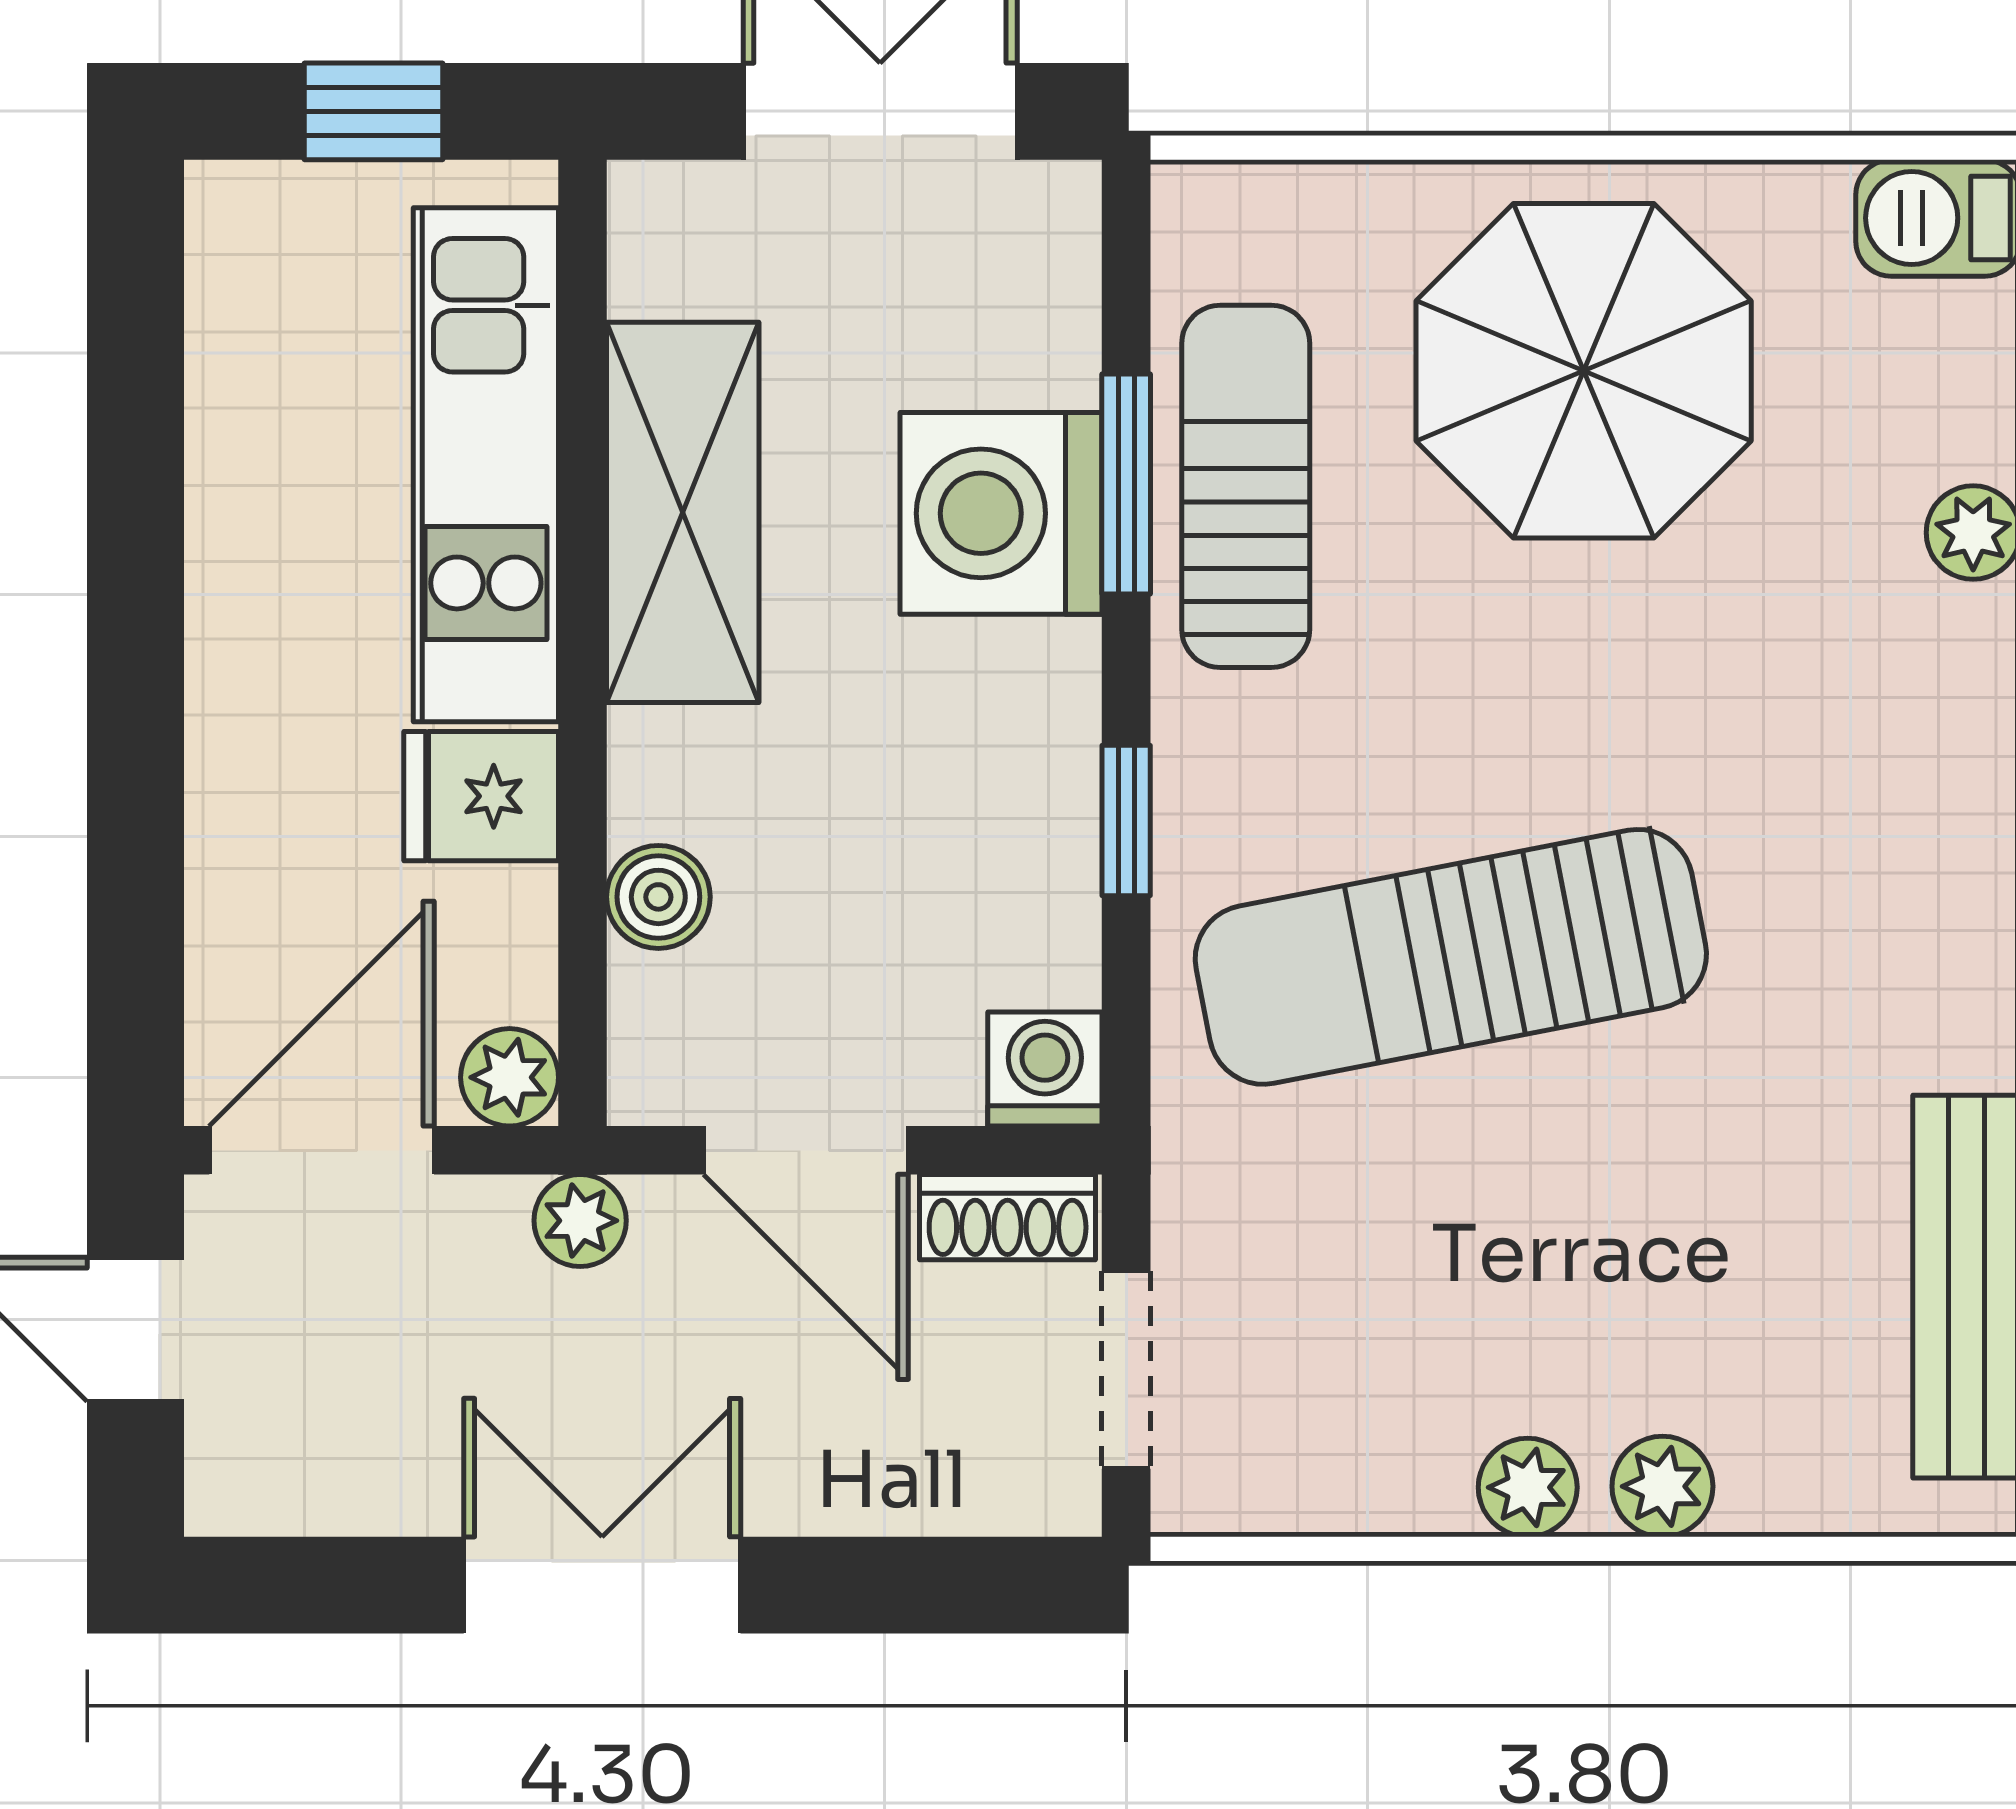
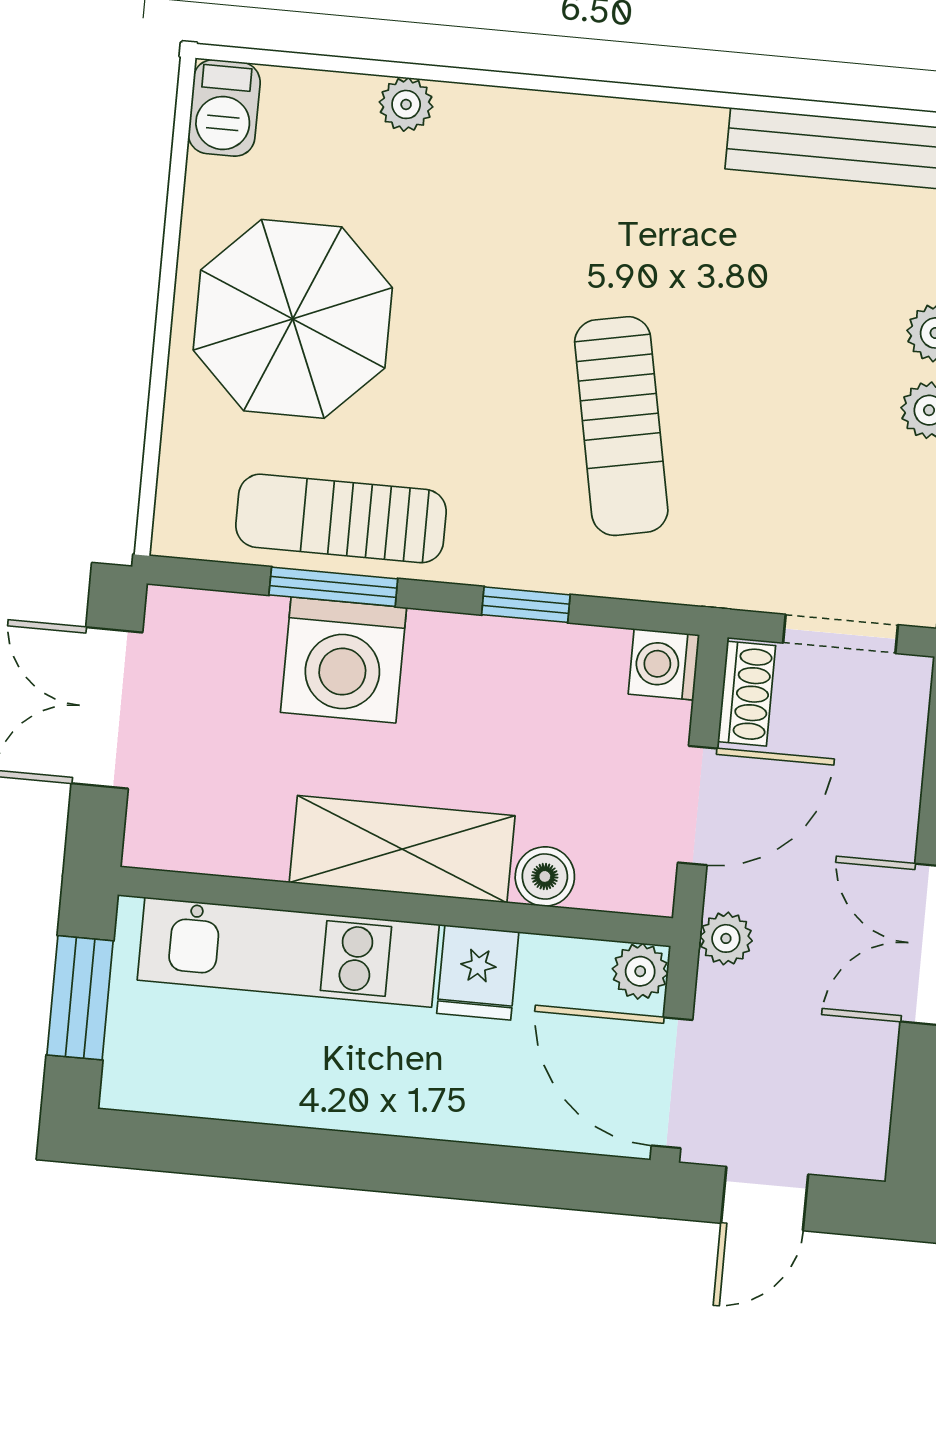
window: (374, 111) -> (80, 998), width x1.50
shelving: (683, 512) -> (402, 849), moved
sun lounger: (1451, 957) -> (621, 426), width x0.73, depth x0.75

